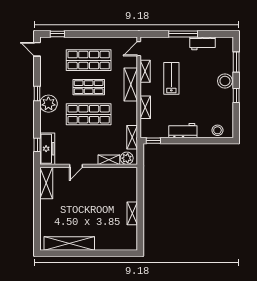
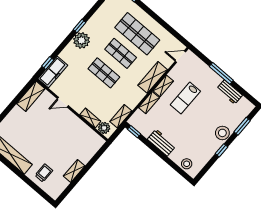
shelving: (145, 71) -> (163, 86), moved
lab bench: (171, 78) -> (185, 98), turned 180
shop shelf: (89, 114) -> (104, 73), width x0.70, depth x0.74
trolley: (109, 236) -> (44, 173), added

